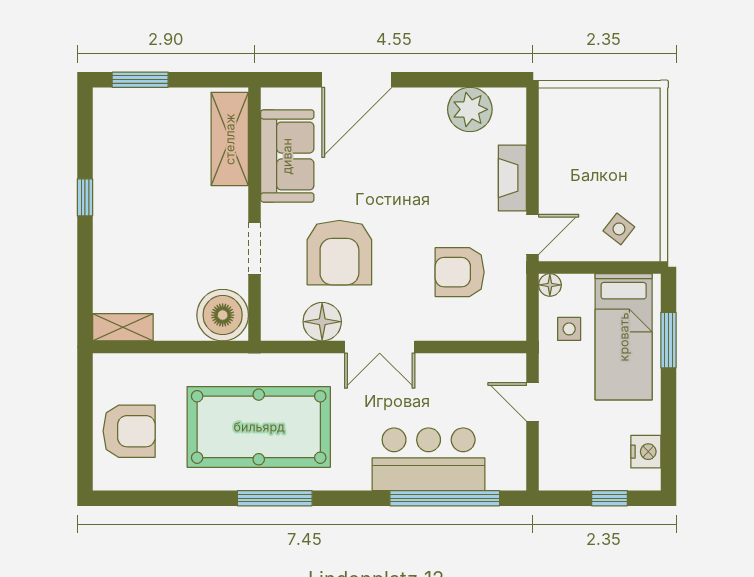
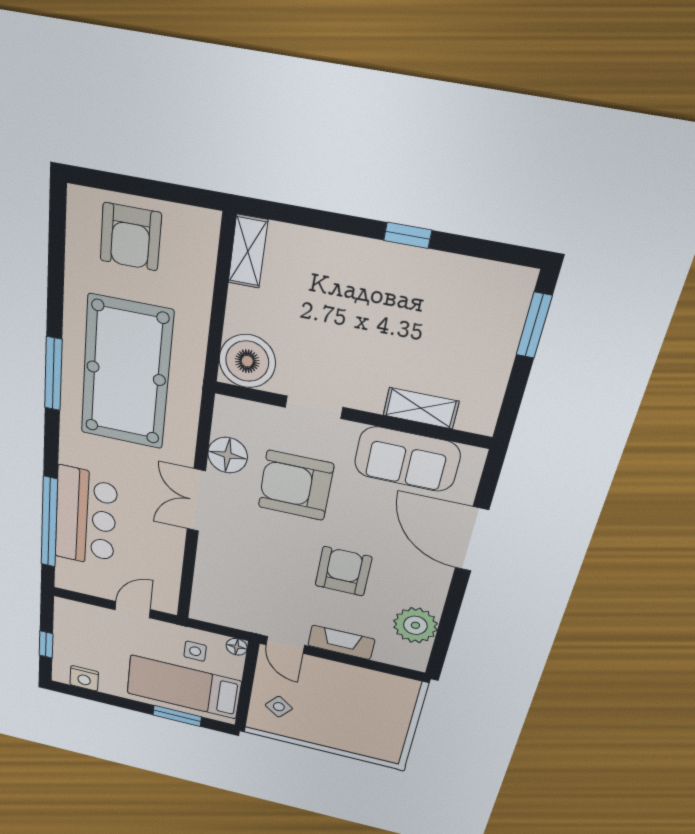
shelving: (230, 139) -> (421, 408), width x0.67, depth x0.75
armchair: (460, 272) -> (343, 571), moved

